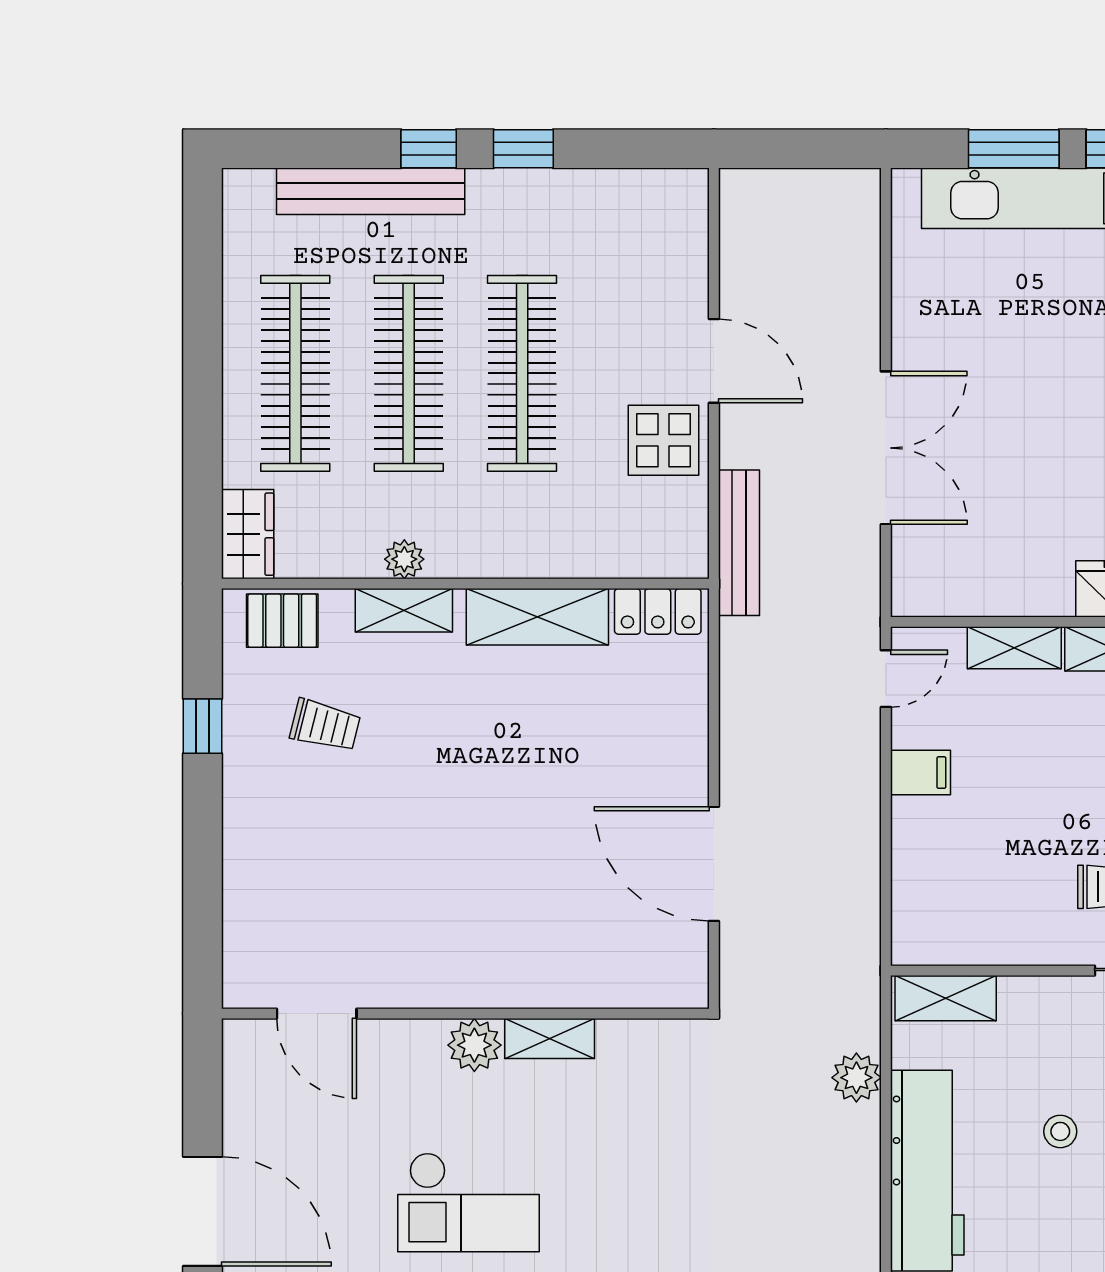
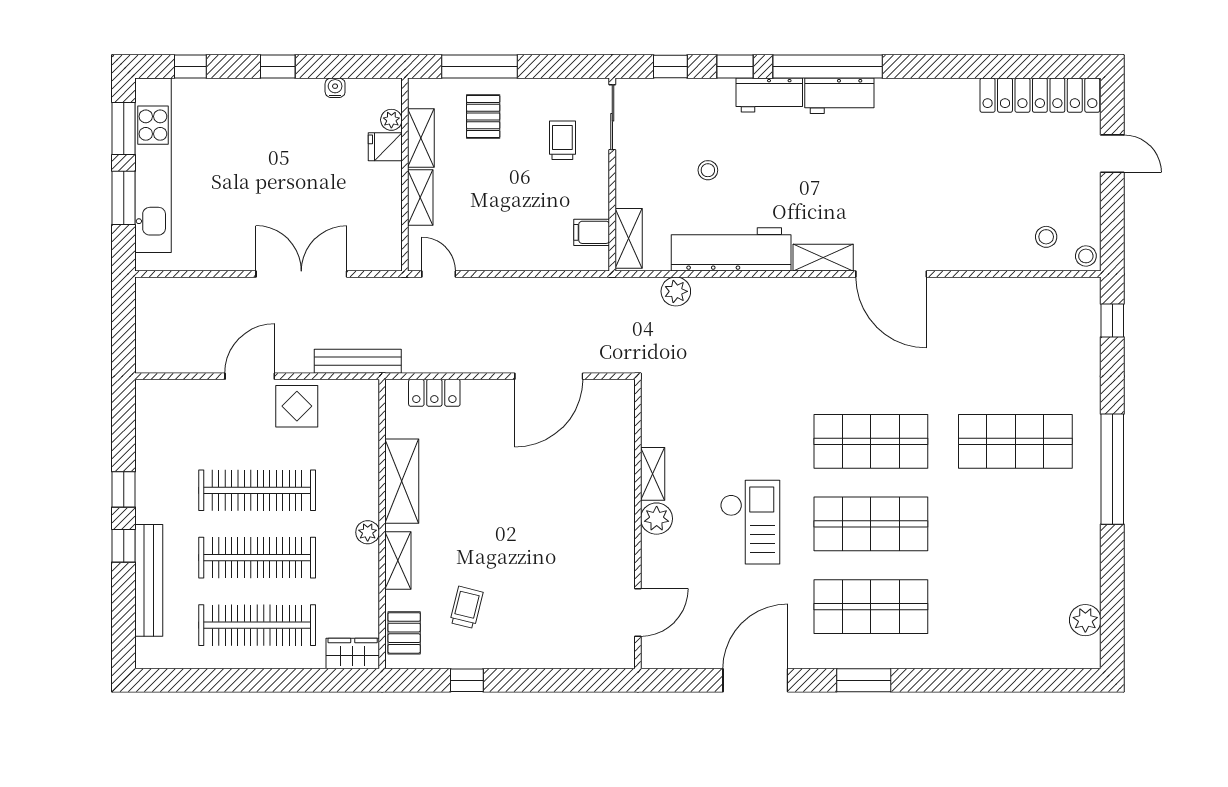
plant: (404, 559) -> (368, 532), moved
locker: (658, 611) -> (434, 393), moved, turned 90
filing cabinet: (920, 773) -> (592, 232), moved, turned -90

